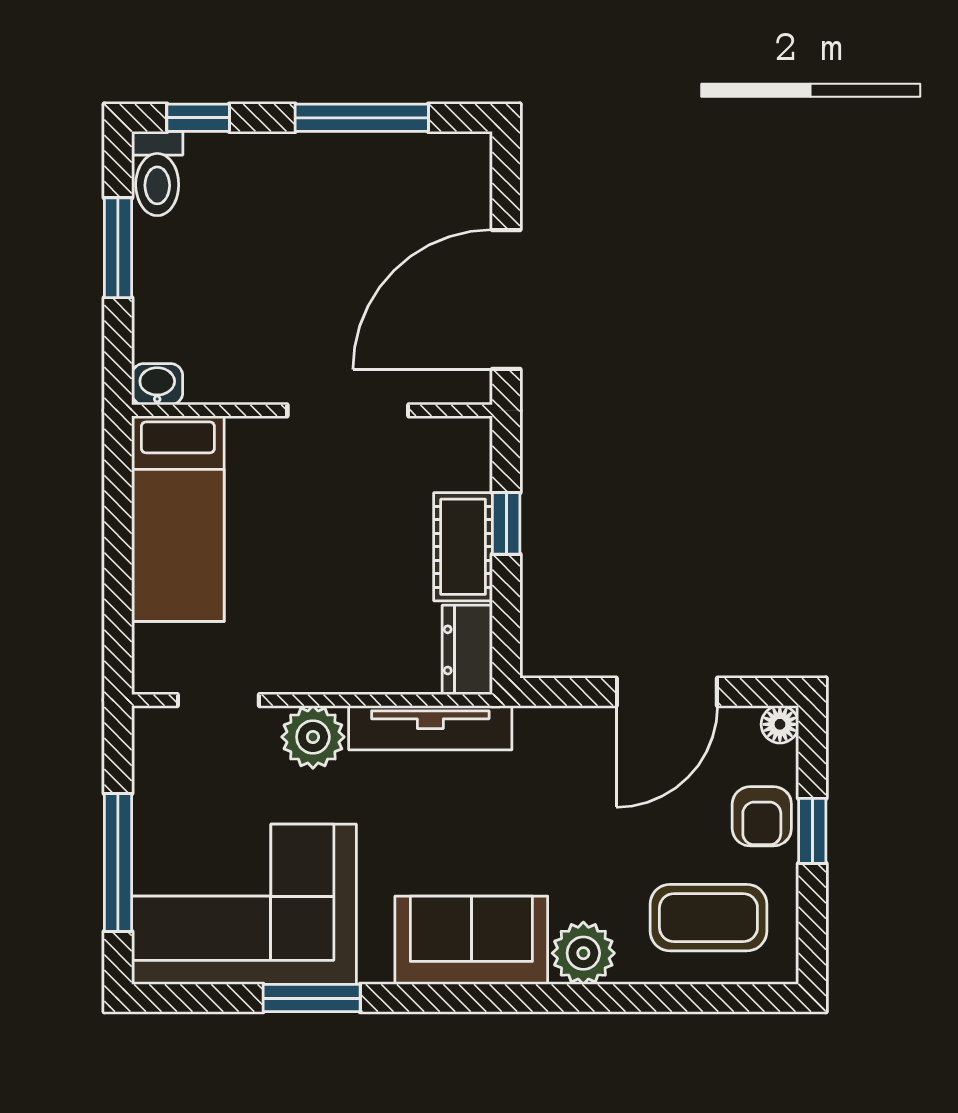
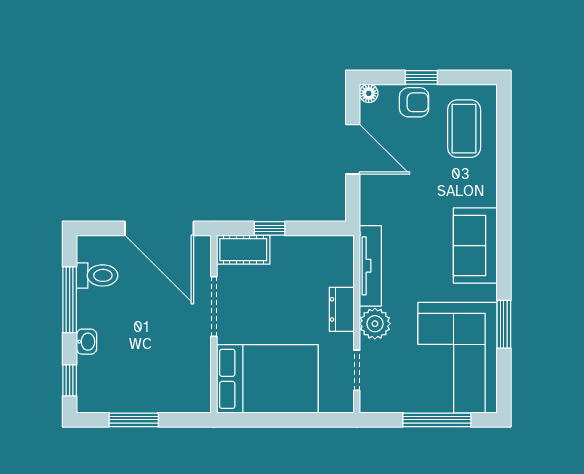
toilet: (157, 174) -> (97, 275), moved
washbasin: (157, 384) -> (87, 342), moved, turned 180
bed: (178, 519) -> (267, 379), width x1.50
cot: (463, 547) -> (243, 250), moved
dresser: (467, 650) -> (342, 309), moved, turned 90
plant: (583, 953) -> (482, 190), removed

